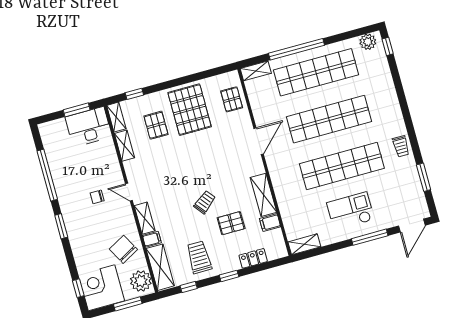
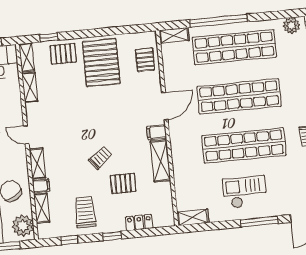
pallet: (156, 125) -> (63, 54), moved, turned 90
filing cabinet: (270, 223) -> (157, 132), moved
shelving: (160, 267) -> (42, 208), width x0.67, depth x0.75

